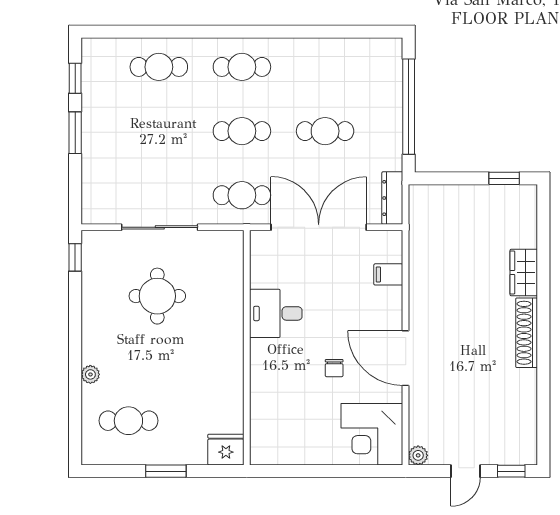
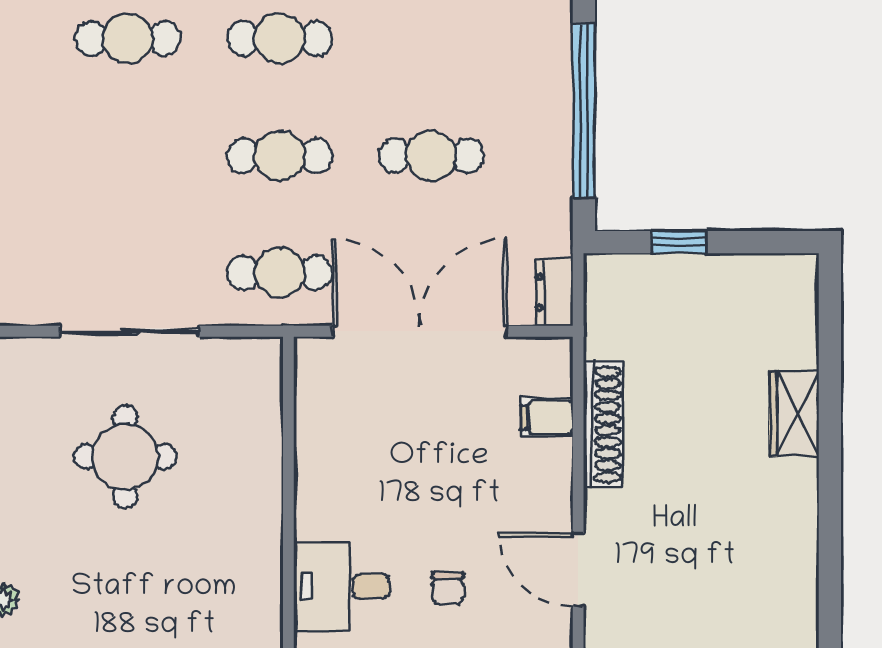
window: (504, 178) -> (679, 242), moved
dresser: (392, 198) -> (554, 292), width x0.70
desk: (276, 313) -> (341, 586), moved
shoe rack: (527, 333) -> (603, 424), moved, turned 180
door: (406, 358) -> (578, 570), width x0.73

